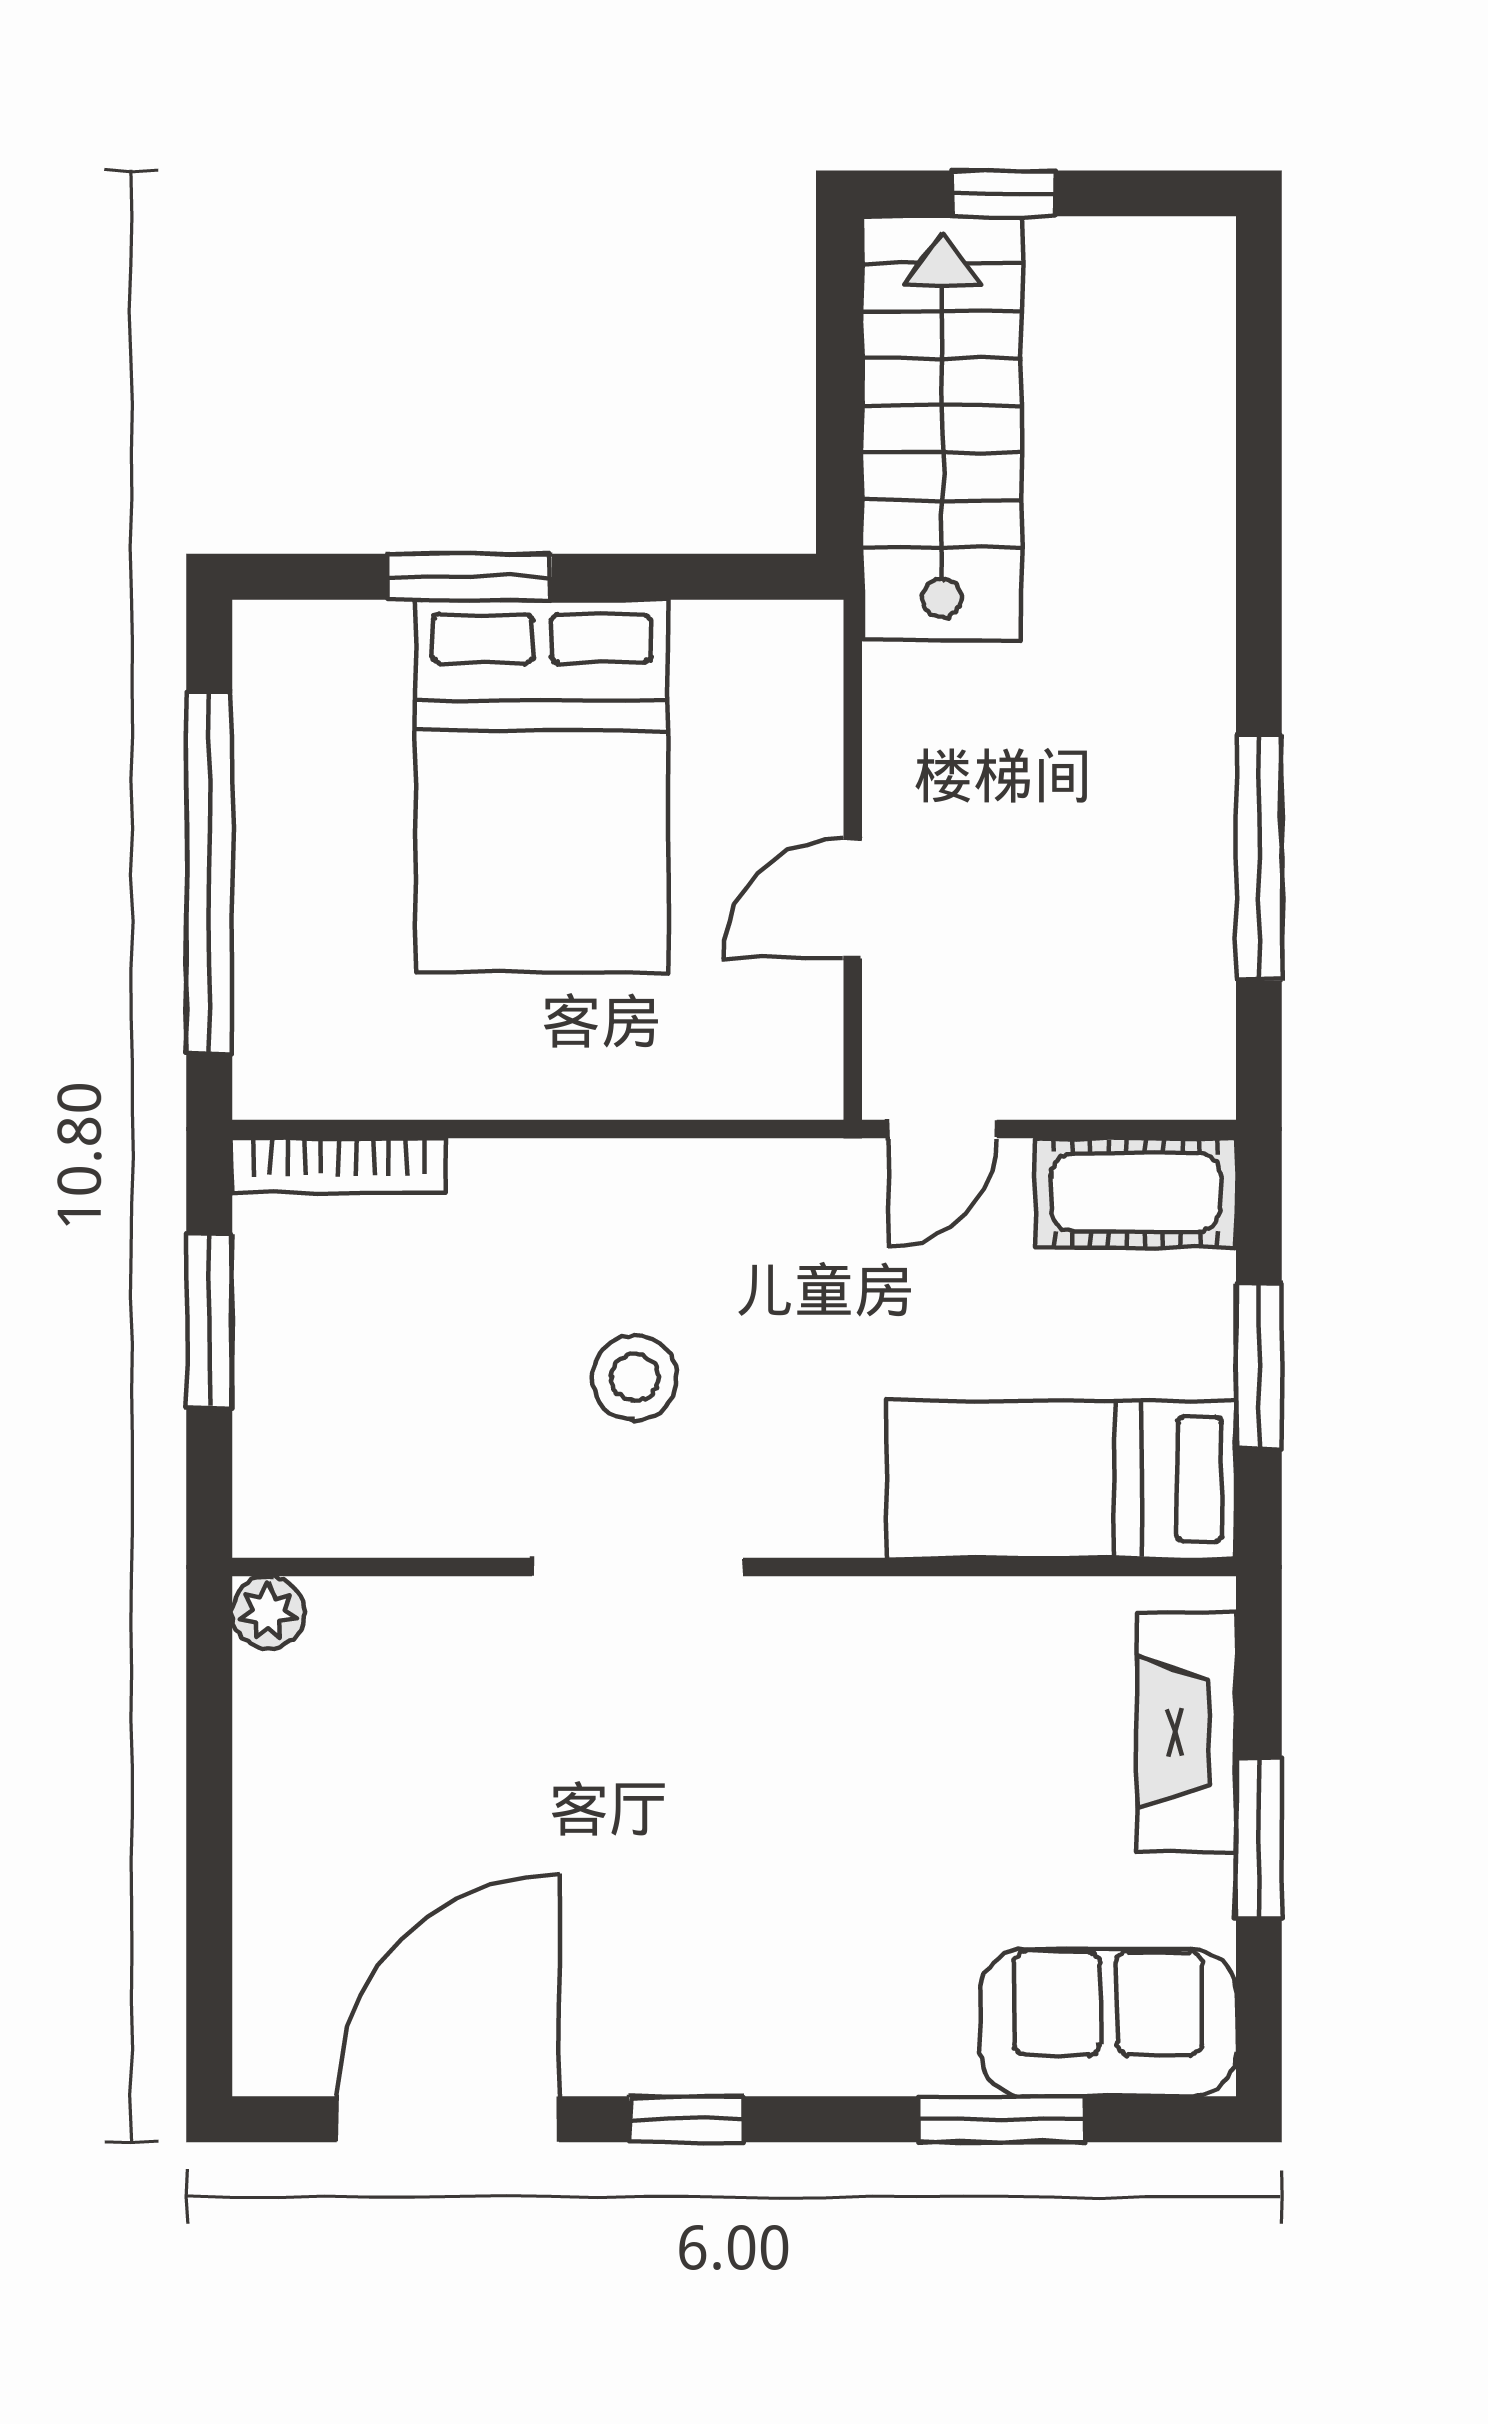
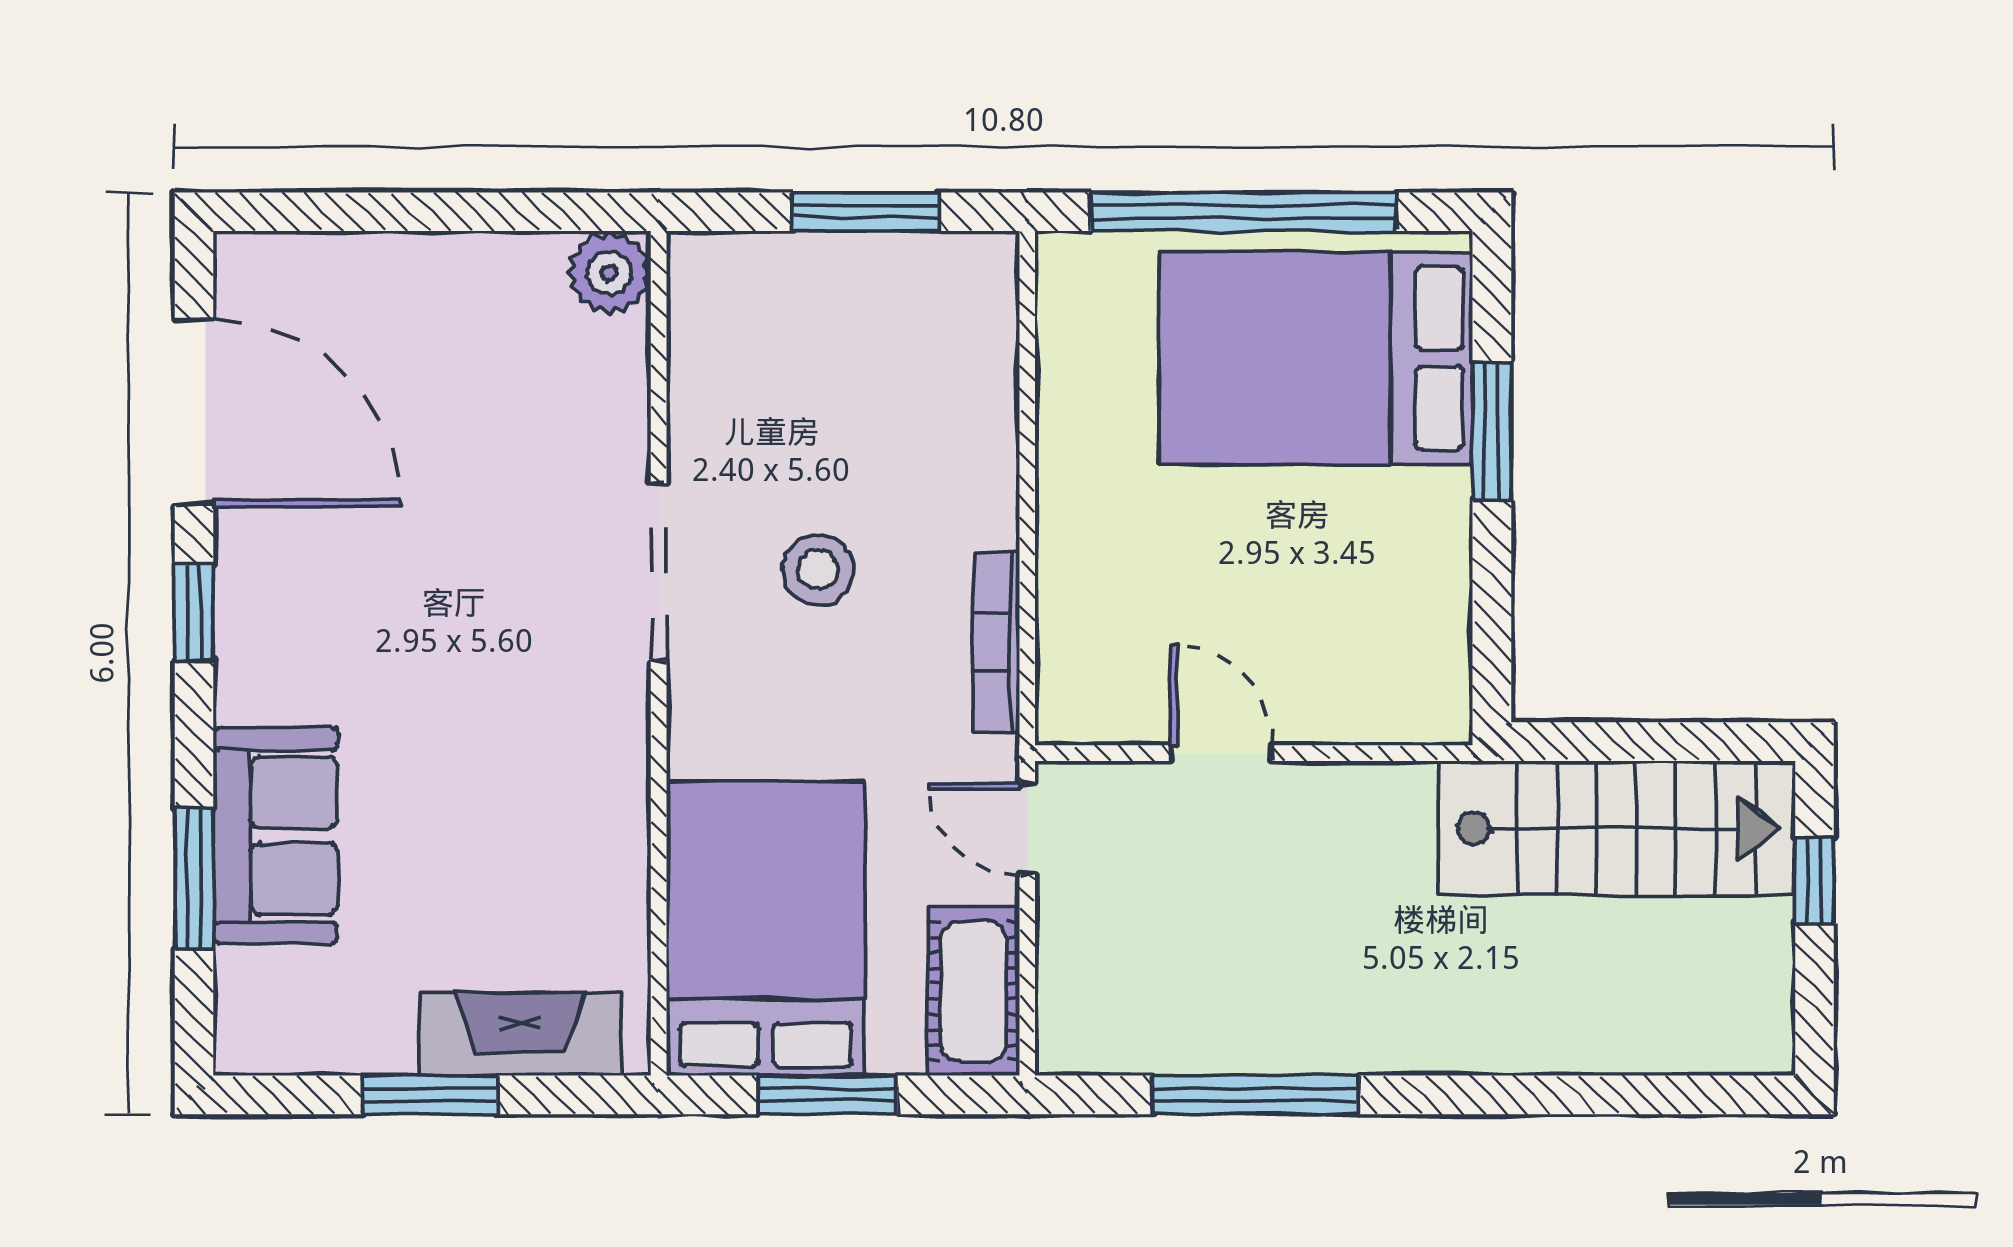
bed: (542, 786) -> (1316, 358), moved
bookcase: (339, 1165) -> (997, 642), moved
bed: (1061, 1479) -> (766, 929), width x1.50
plant: (268, 1612) -> (609, 273), width x1.38, depth x1.38
sofa: (1108, 2022) -> (275, 836), moved

